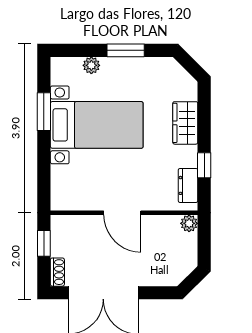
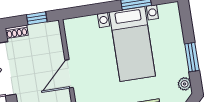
plant: (91, 65) -> (185, 84), moved

